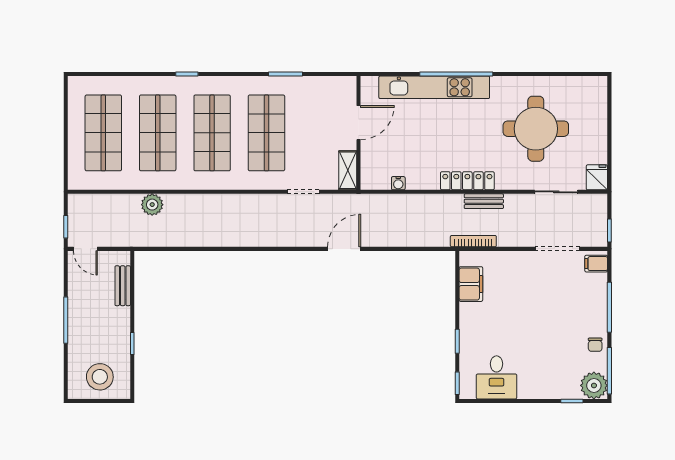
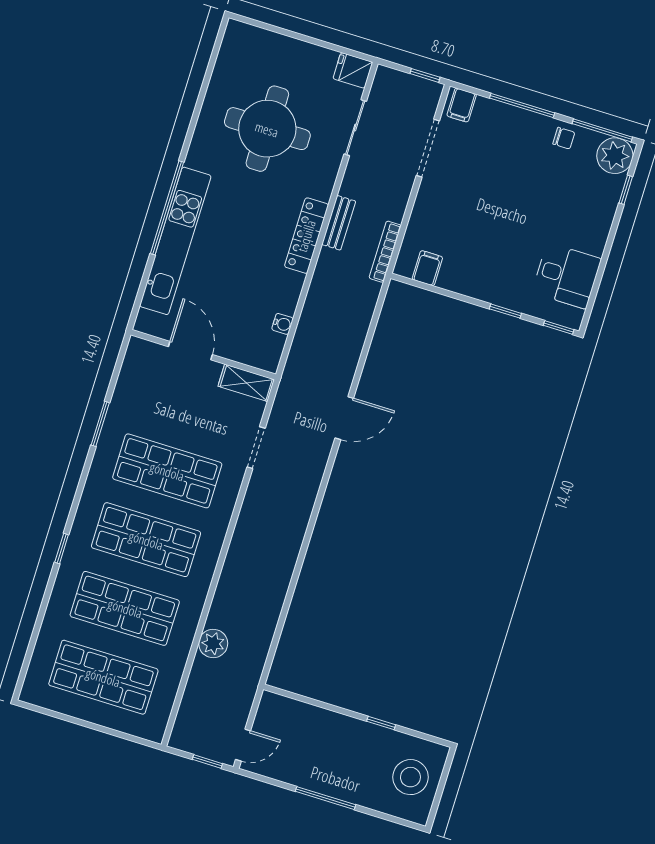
door: (344, 249) -> (344, 418), swing flipped
filing cabinet: (471, 284) -> (427, 268), width x0.50
bench: (123, 286) -> (304, 713), removed

